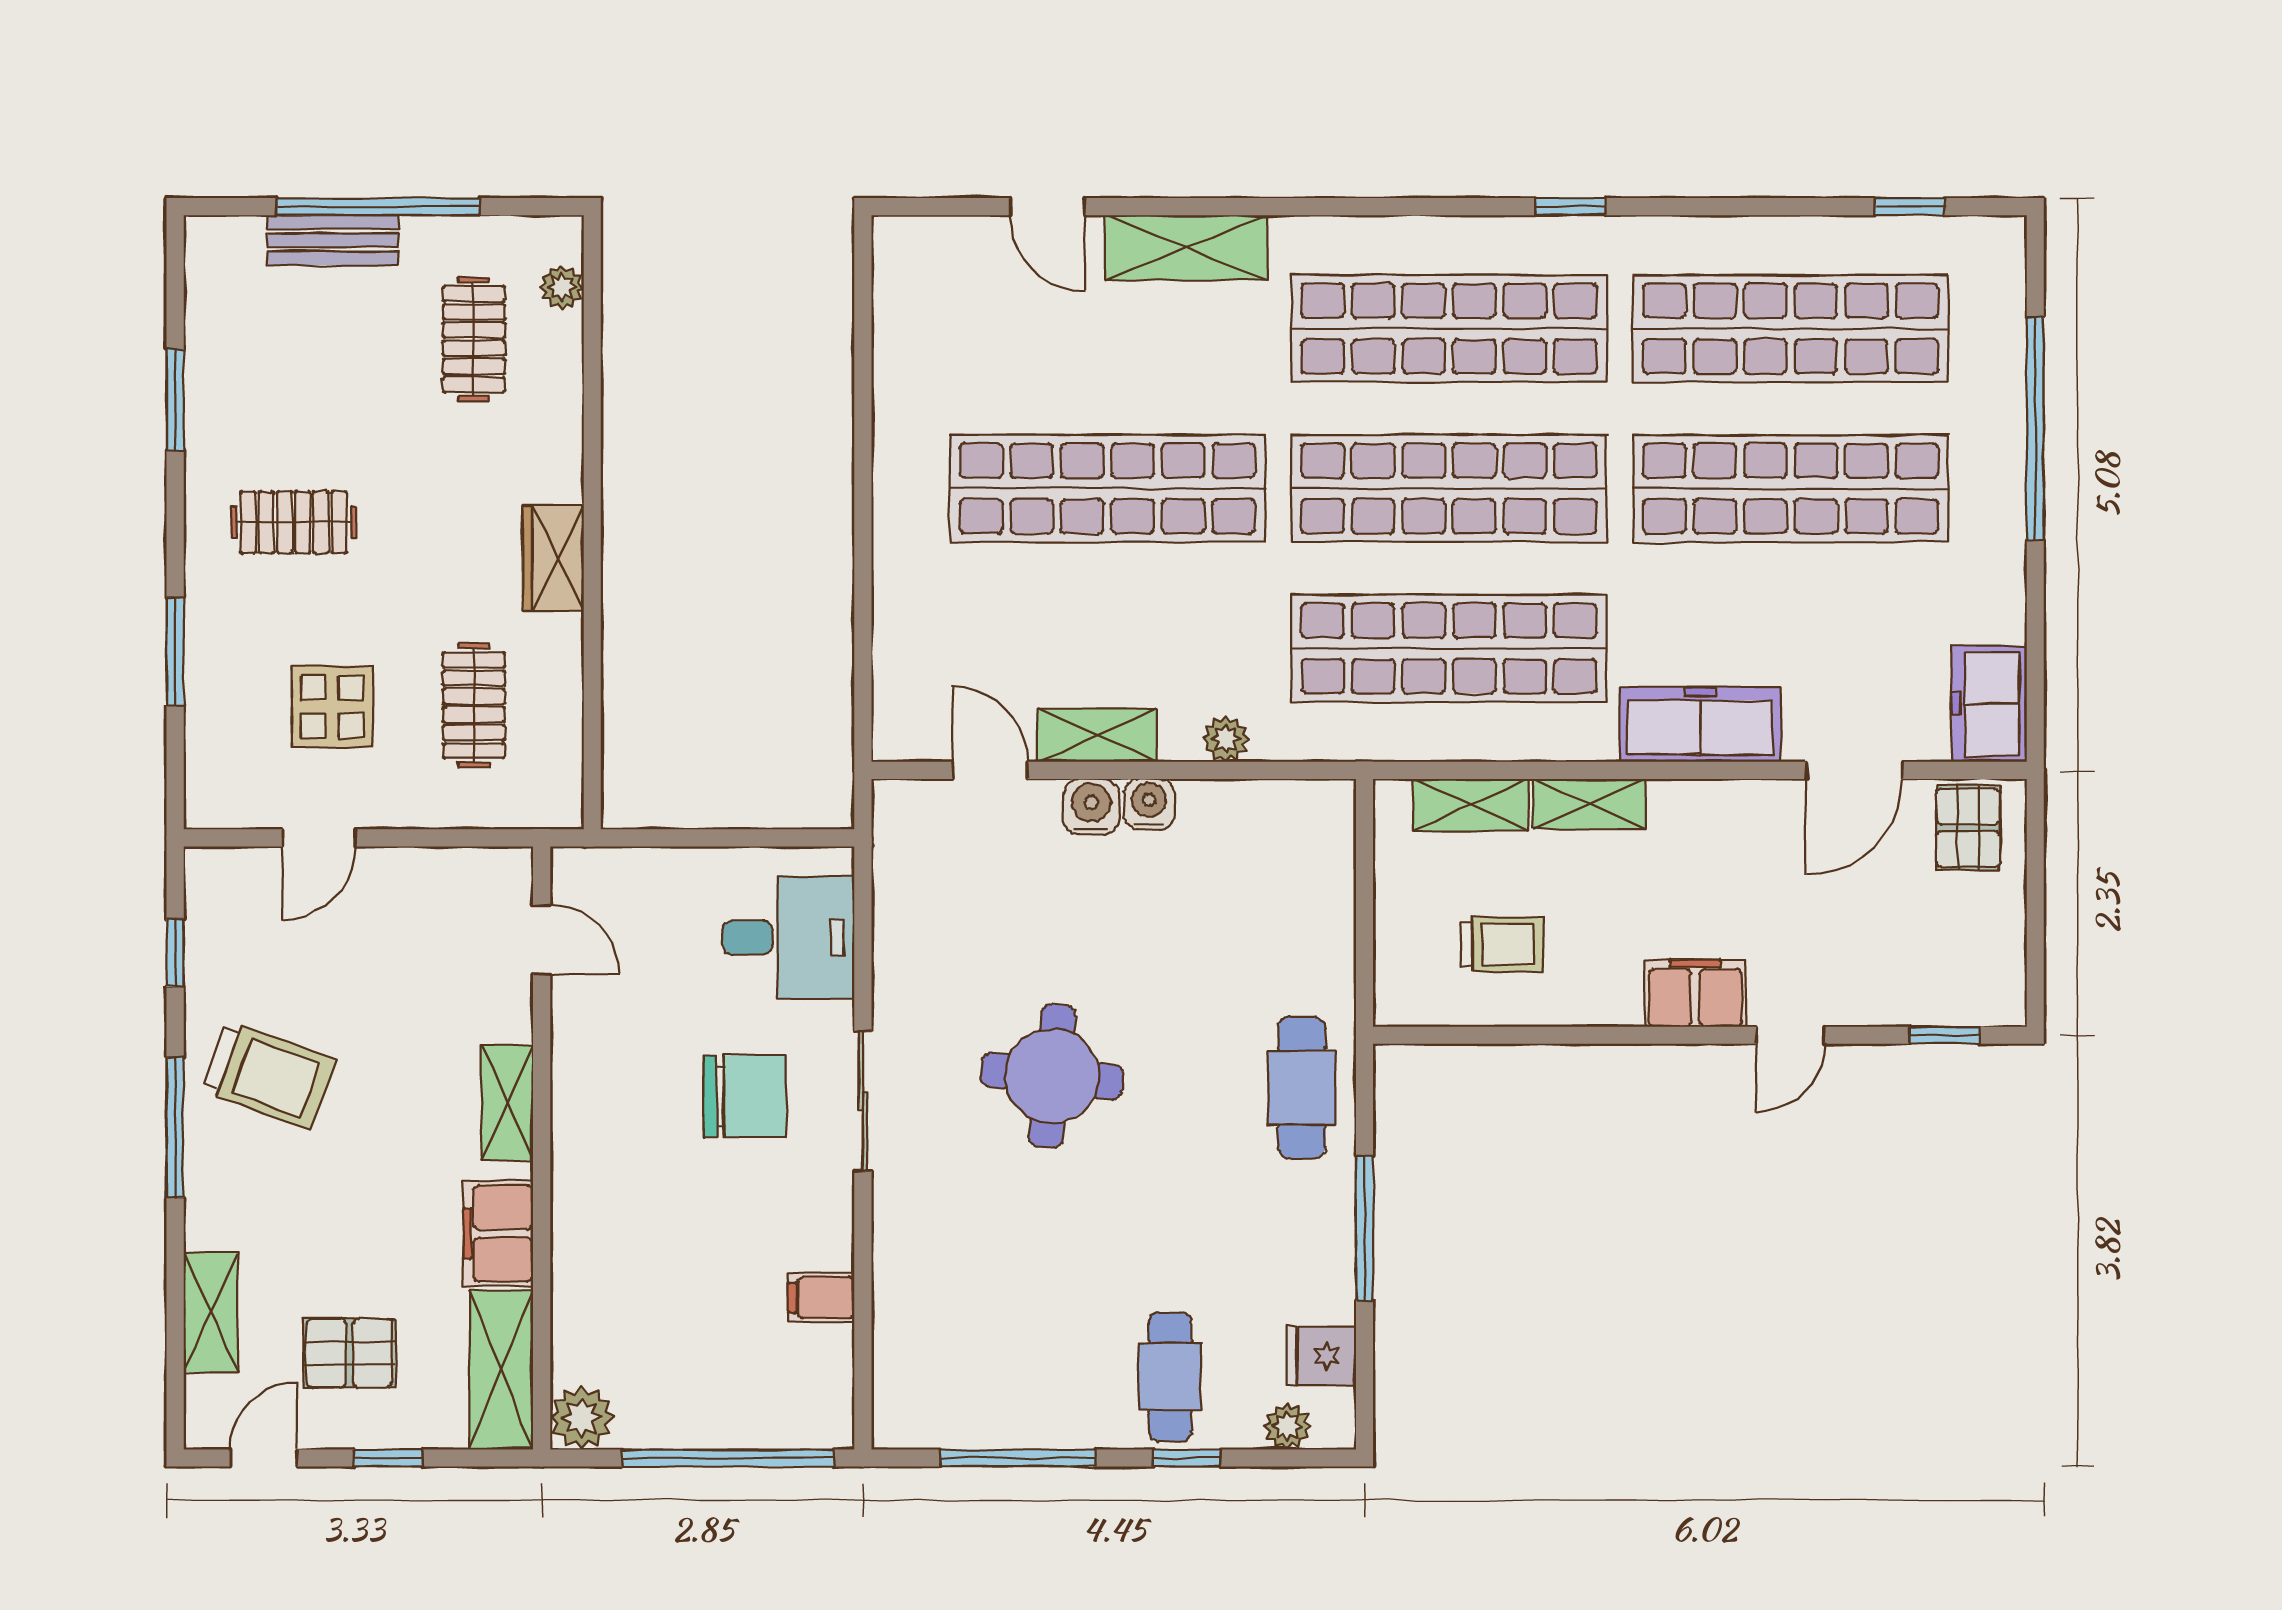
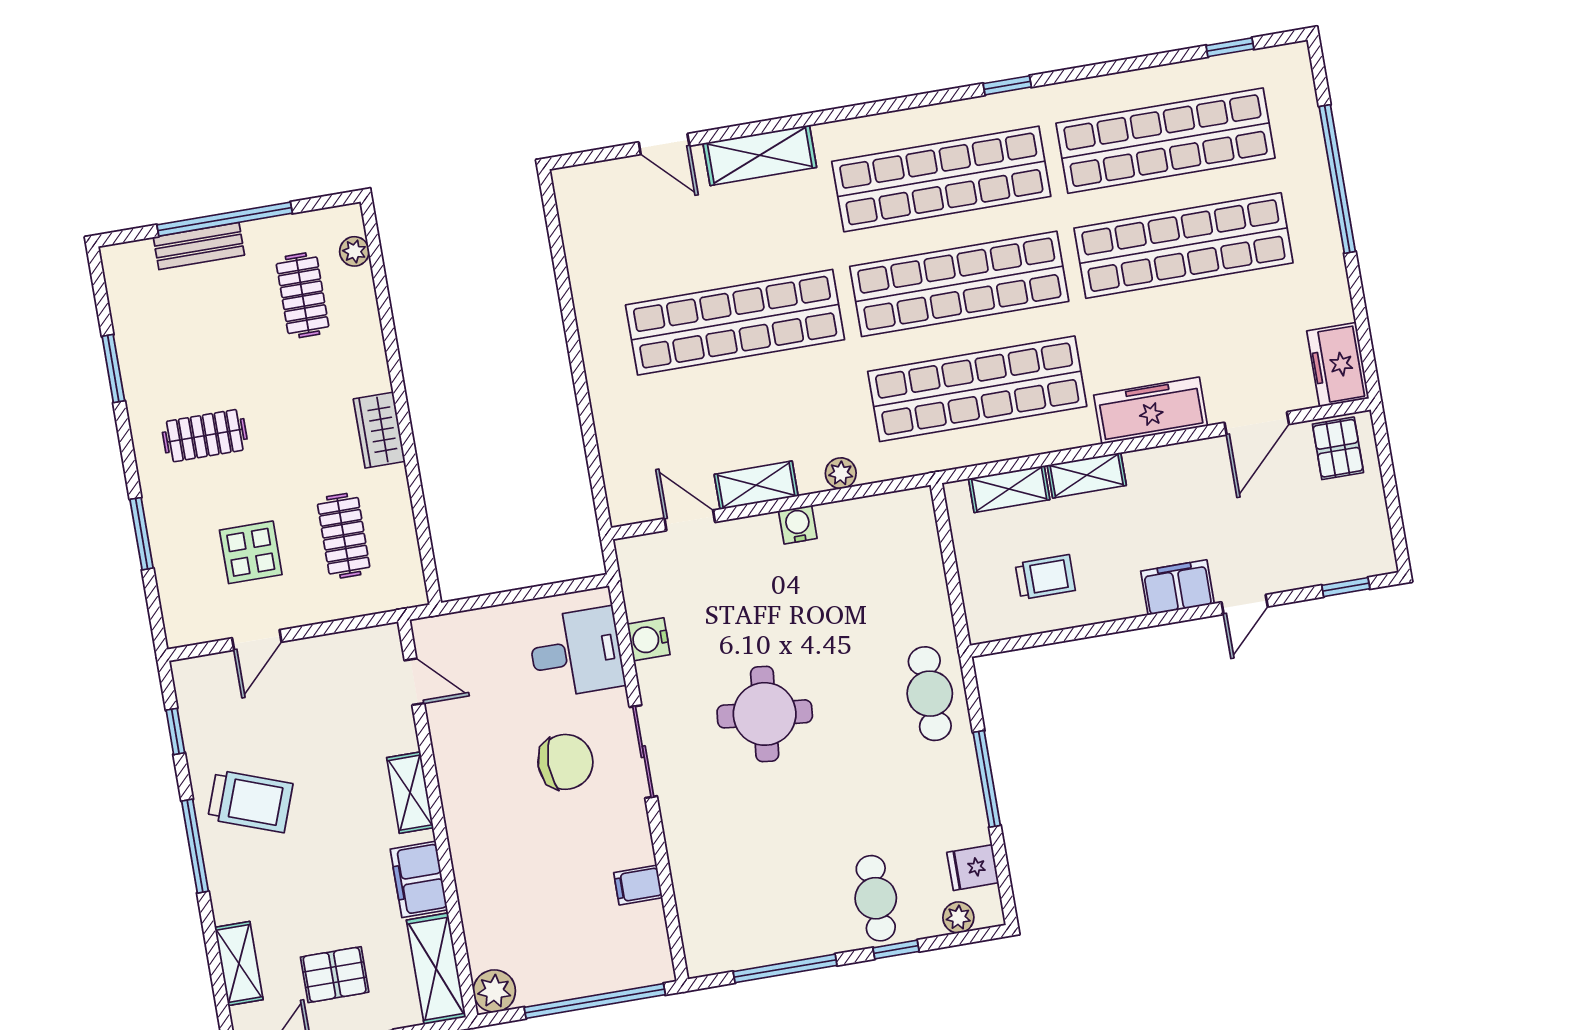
water cooler: (1091, 807) -> (649, 639), moved, turned -90

